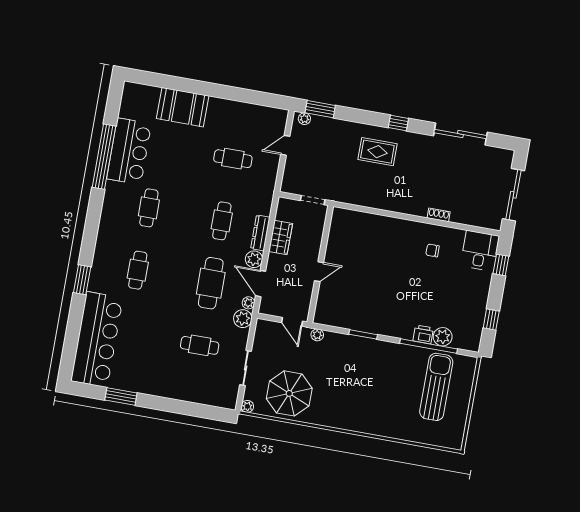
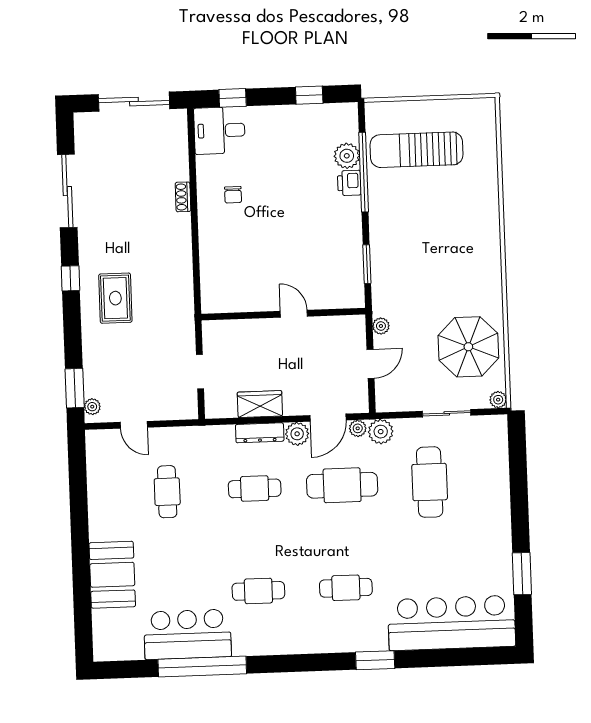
wall: (320, 264) -> (283, 314), moved
door: (319, 272) -> (294, 314), moved
cafe table: (200, 345) -> (430, 482), width x1.37, depth x1.35

